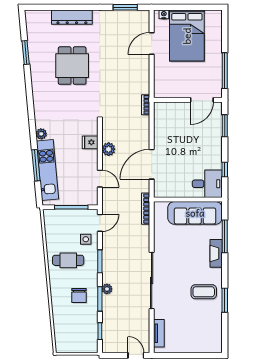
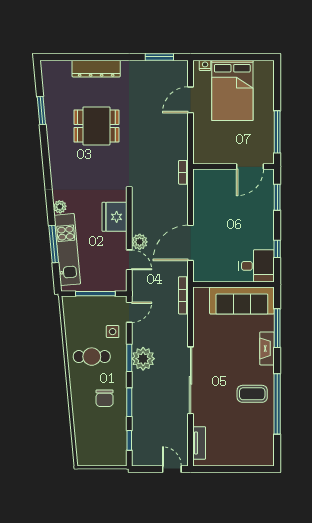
dining table: (72, 66) -> (96, 126), turned 90
fridge: (90, 142) -> (115, 217), width x1.88, depth x1.34
plant: (109, 149) -> (140, 242), moved
plant: (107, 289) -> (143, 359), moved, width x1.87, depth x1.87
window: (225, 300) -> (277, 404), width x2.11

